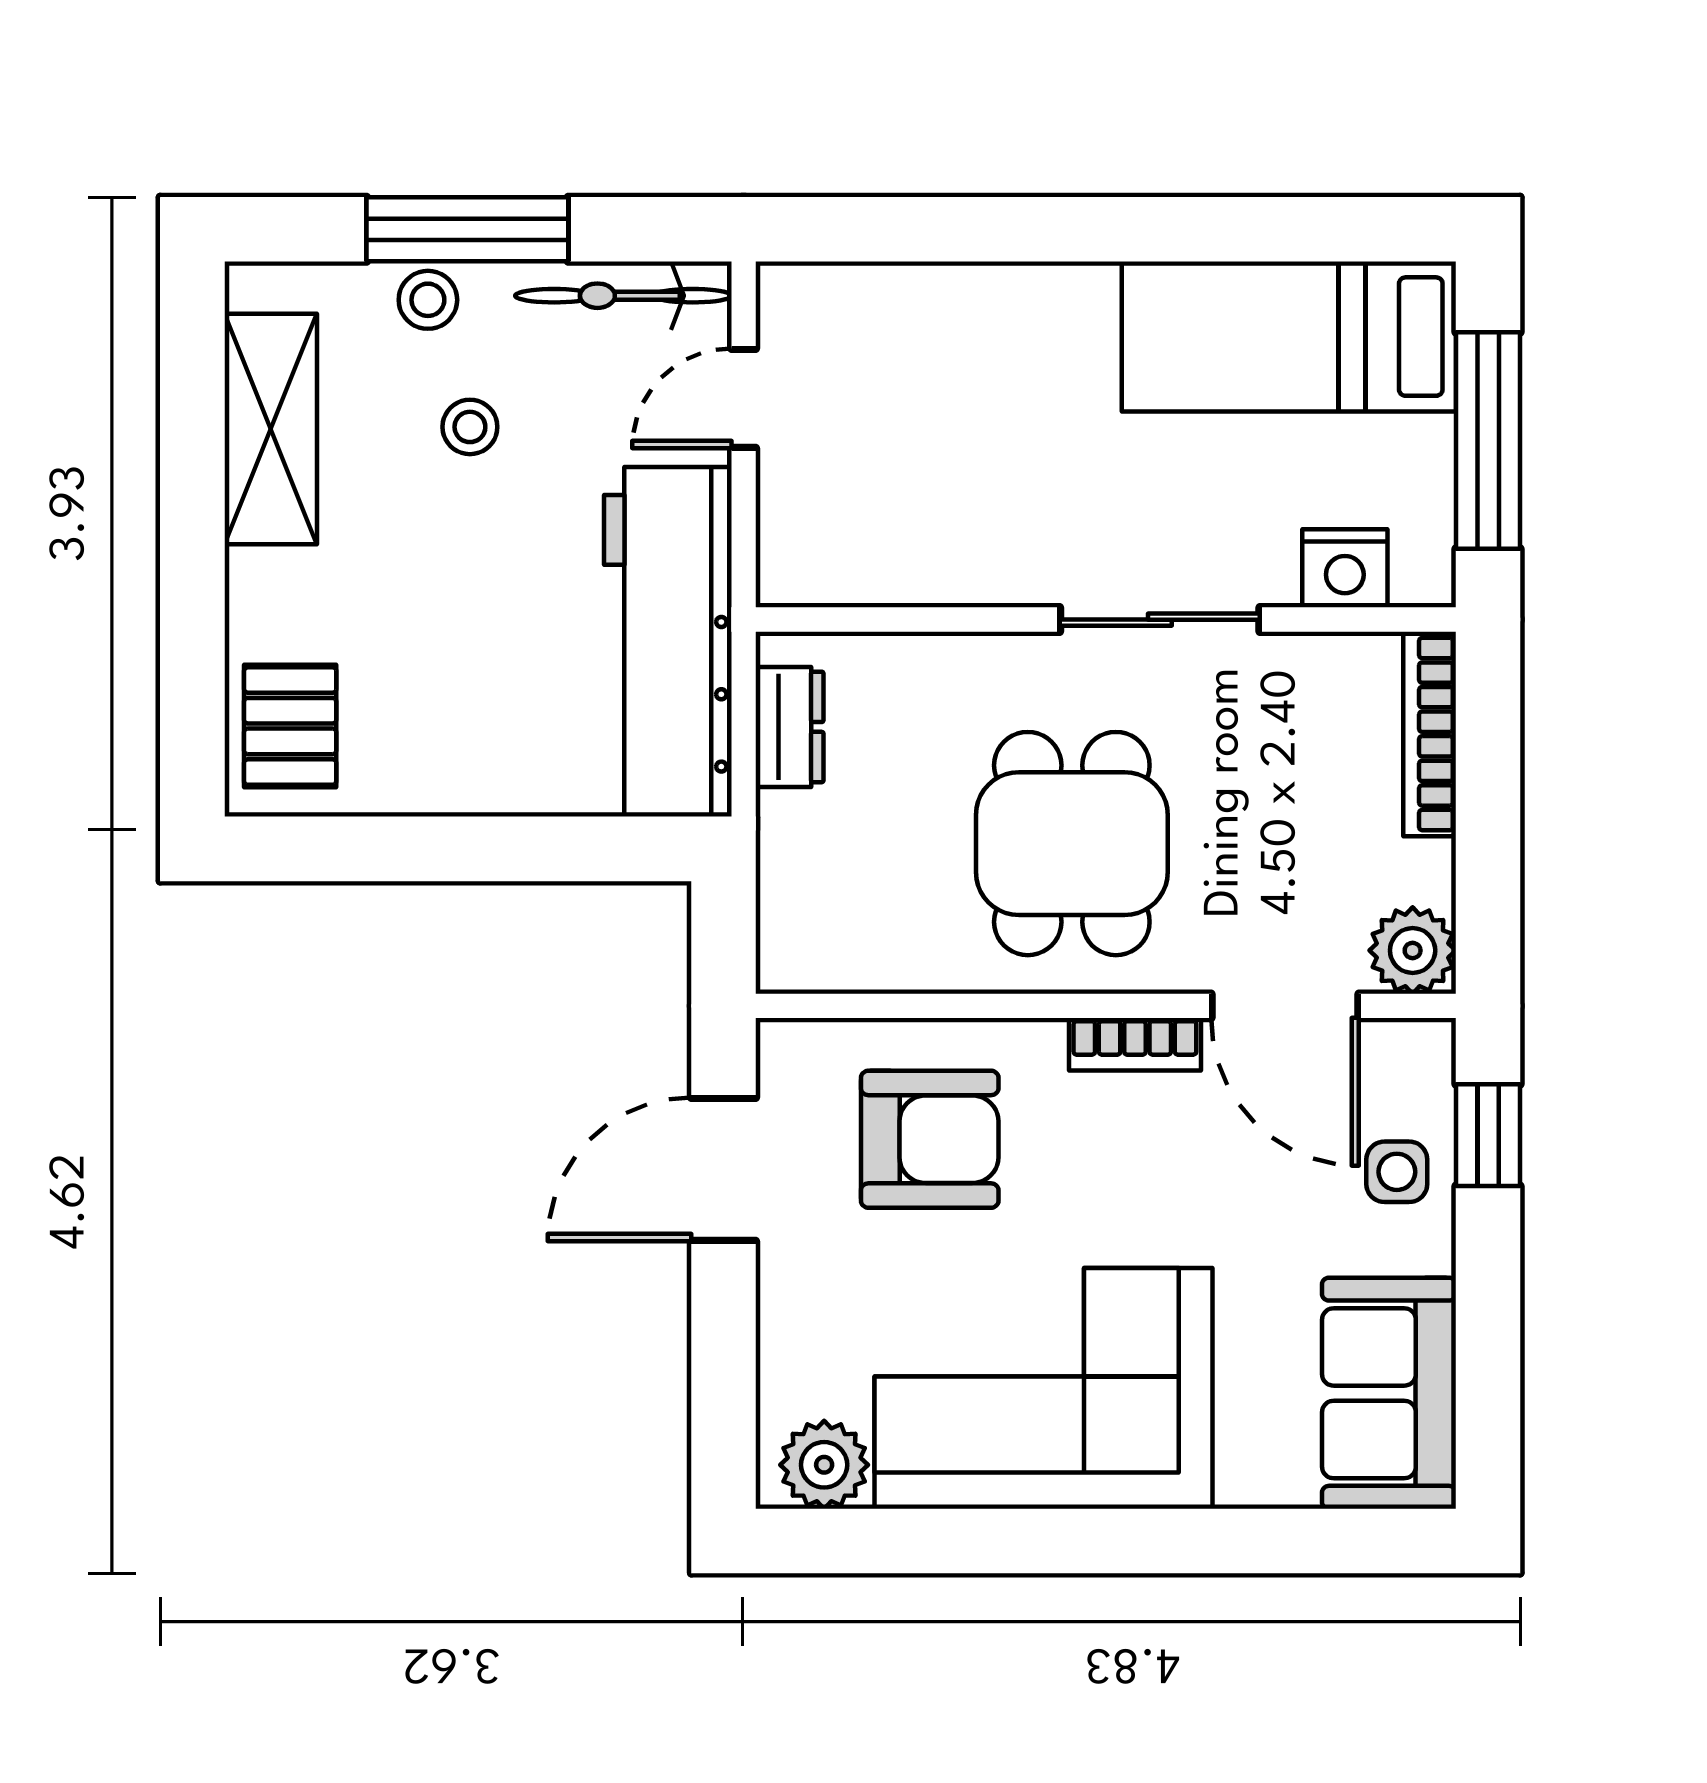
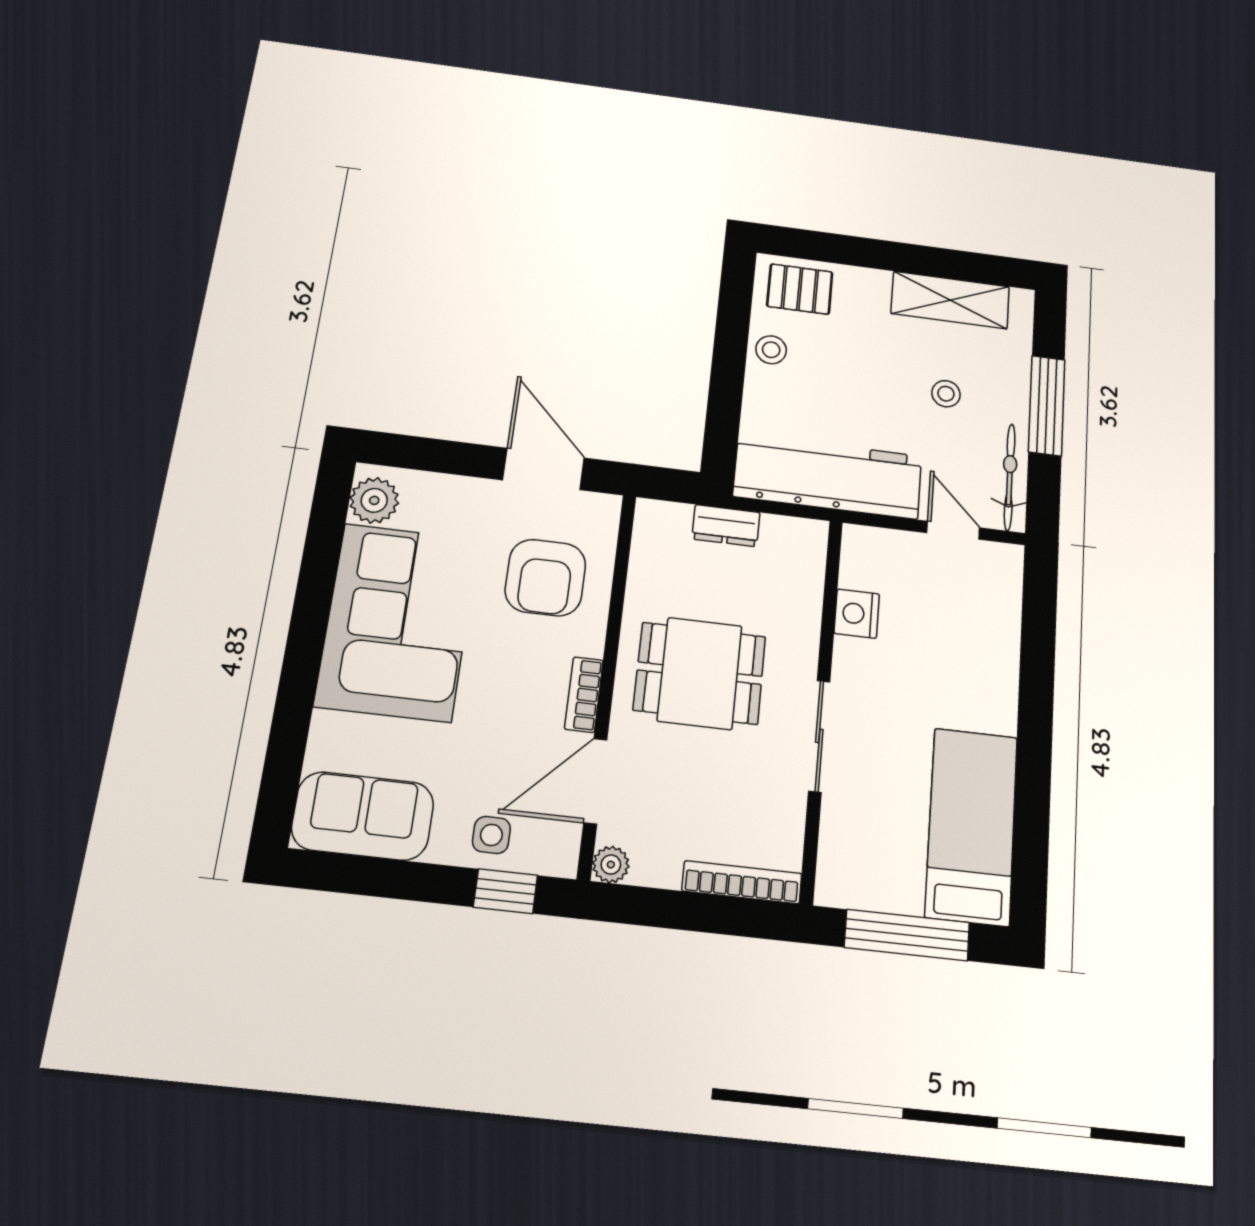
stool: (428, 300) -> (771, 350), moved
nightstand: (1345, 568) -> (857, 614), moved
dresser: (790, 727) -> (726, 526), moved
plant: (1413, 950) -> (611, 865), width x0.73, depth x0.73

